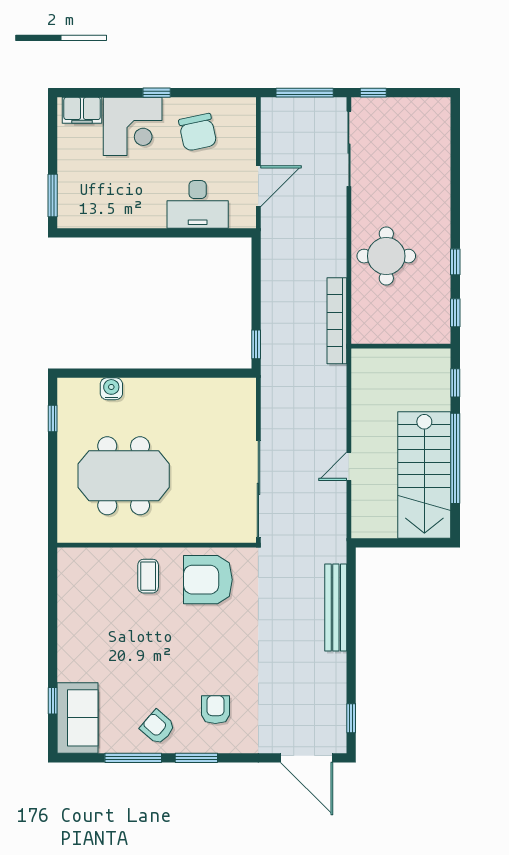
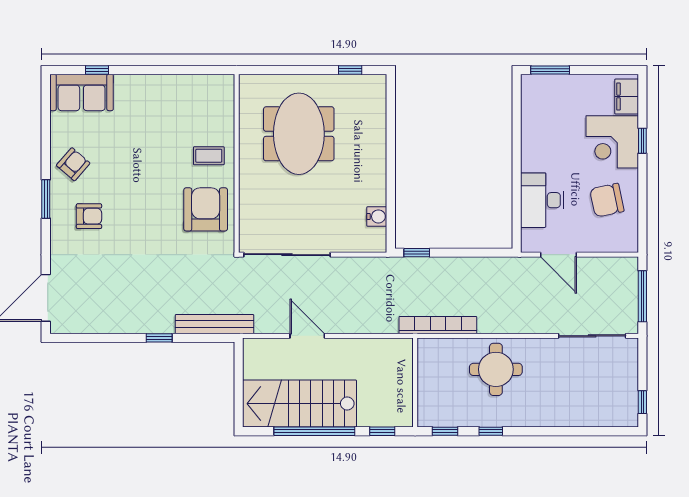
window: (157, 93) -> (642, 141), moved
window: (373, 93) -> (642, 402), moved
water cooler: (111, 389) -> (377, 216), moved
door: (349, 466) -> (307, 336), width x1.38
bench: (336, 608) -> (214, 324), moved
window: (351, 718) -> (159, 338), moved
window: (133, 758) -> (46, 143), removed

